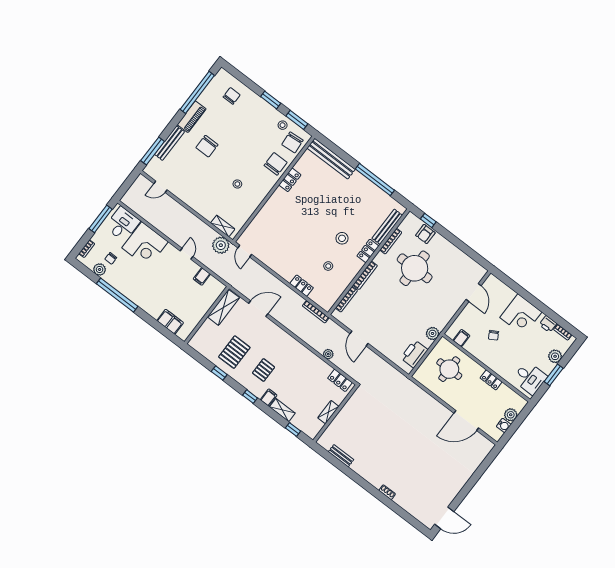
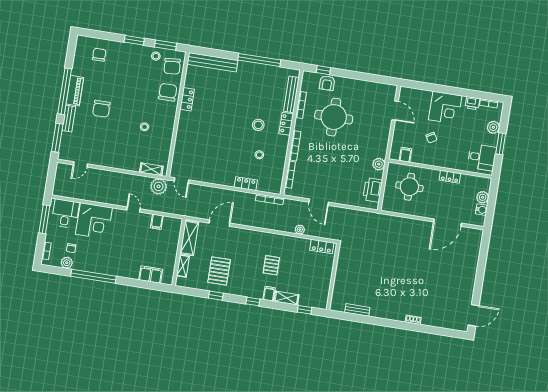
window: (197, 92) -> (65, 91), moved
bench: (169, 143) -> (69, 119), width x0.73
pallet: (264, 370) -> (271, 265), moved
shelving: (328, 412) -> (183, 266), moved

